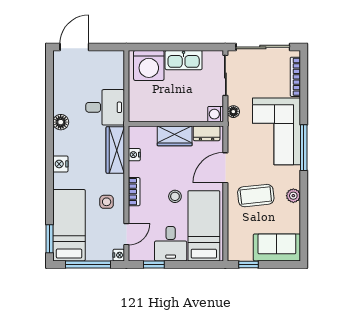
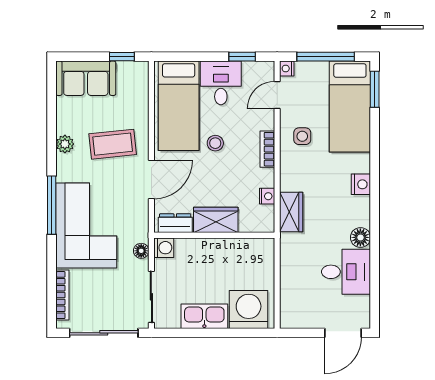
desk: (105, 107) -> (346, 272), moved, turned 180
wardrobe: (115, 150) -> (291, 212), width x0.67

